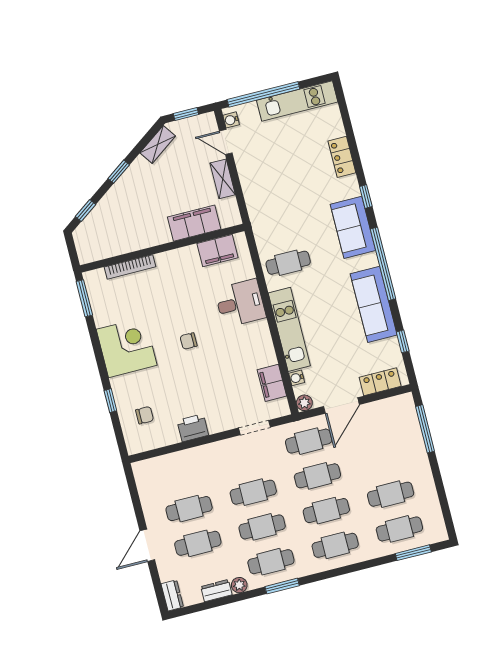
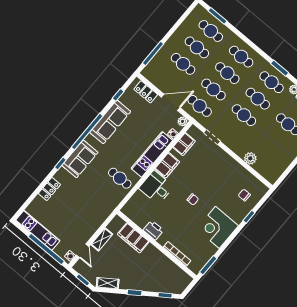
filing cabinet: (218, 251) -> (167, 165), moved, turned 90
printer: (193, 428) -> (153, 230), moved, turned 180
plant: (188, 459) -> (250, 158), added
cafe table: (189, 509) -> (183, 64), moved

